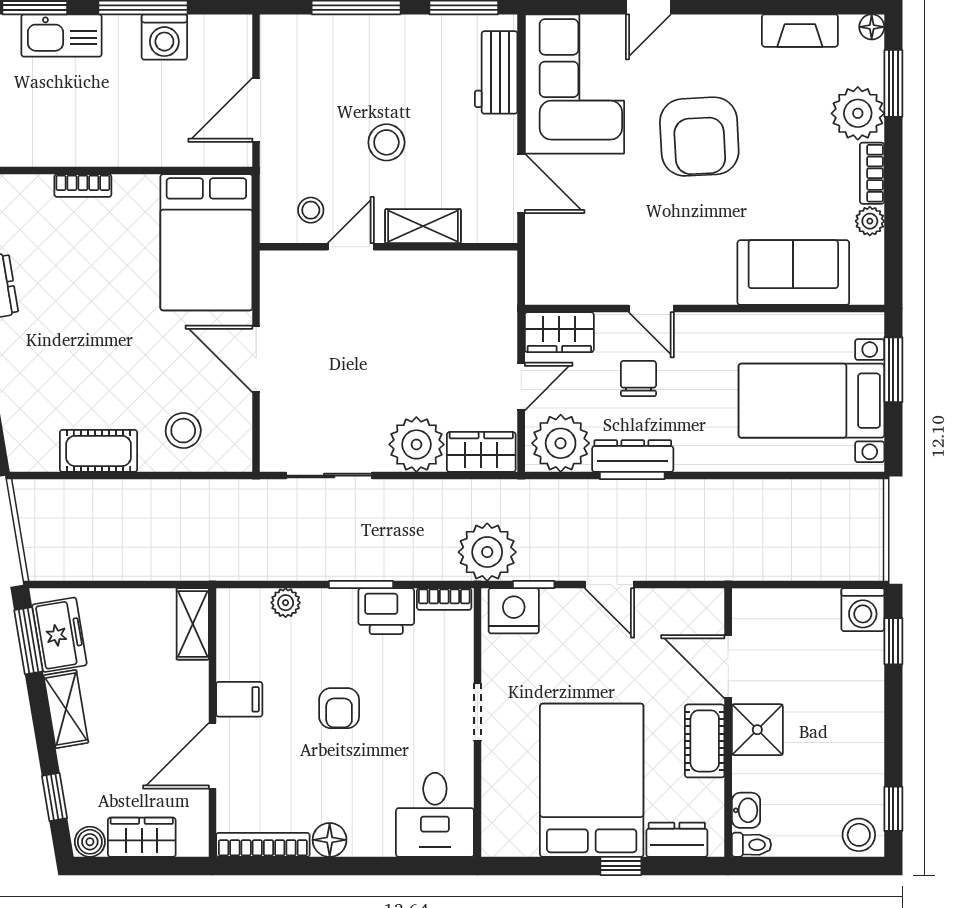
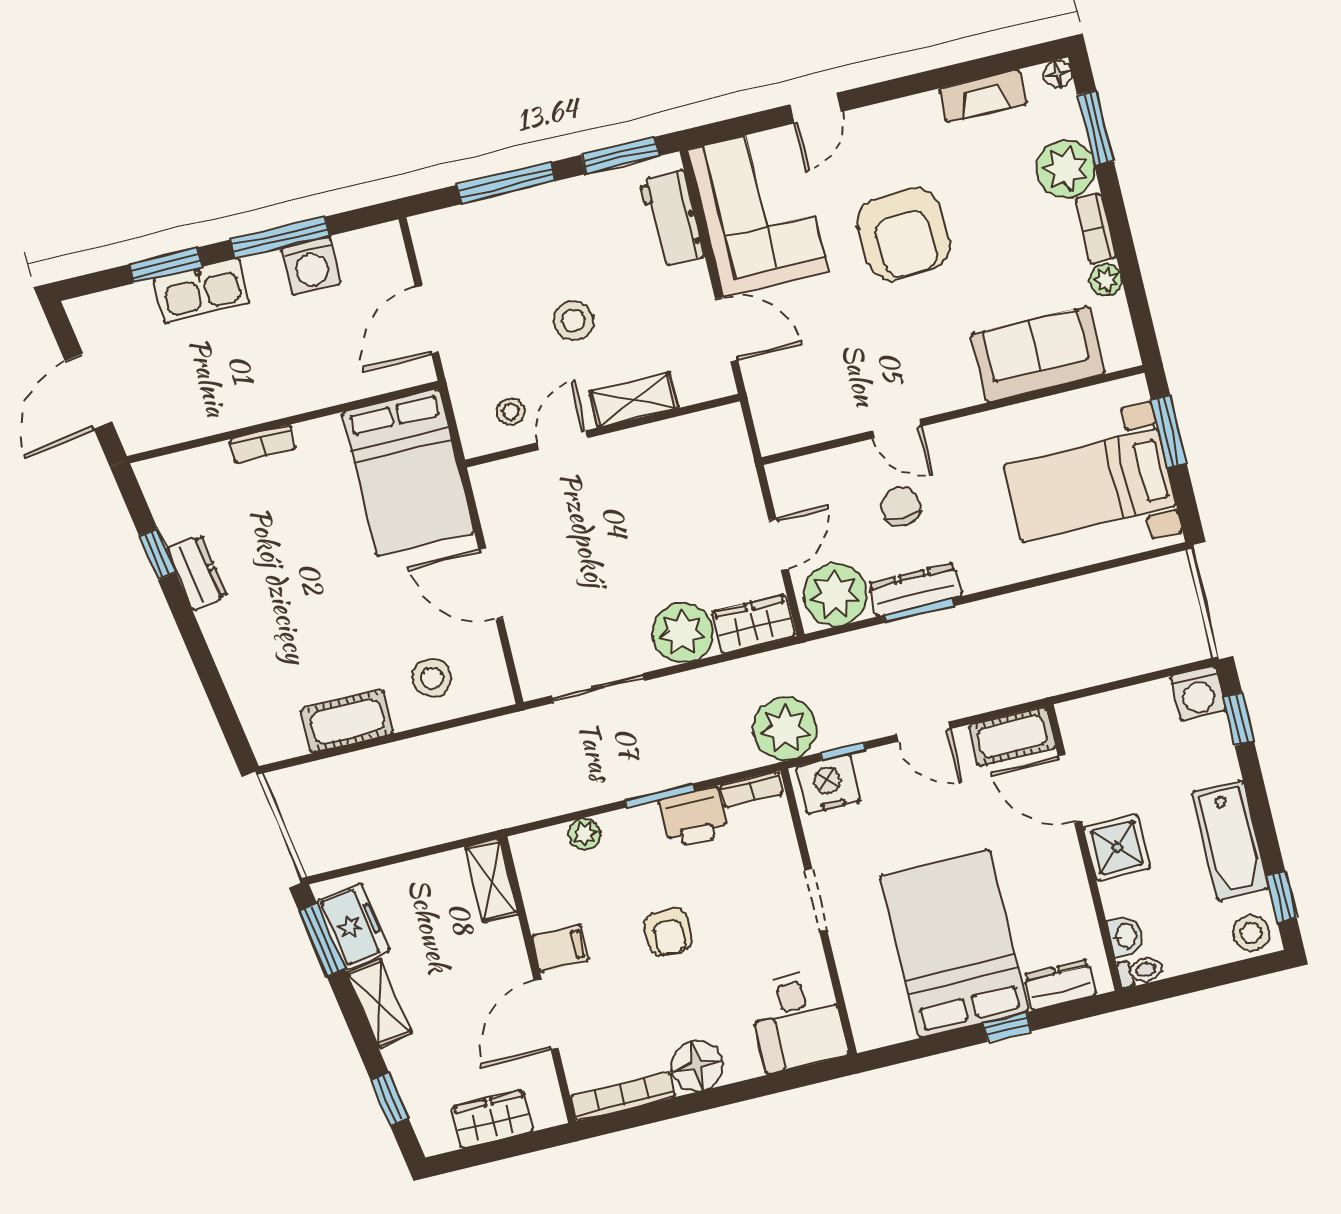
wardrobe: (559, 332) -> (805, 477), removed
cot: (705, 741) -> (1012, 736), moved, turned 90
bathtub: (860, 748) -> (1230, 840), added
floor lamp: (330, 840) -> (697, 1066), width x1.38, depth x1.38
boiler: (90, 842) -> (439, 1137), removed

